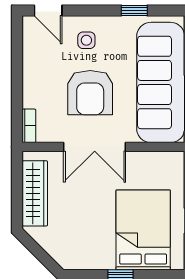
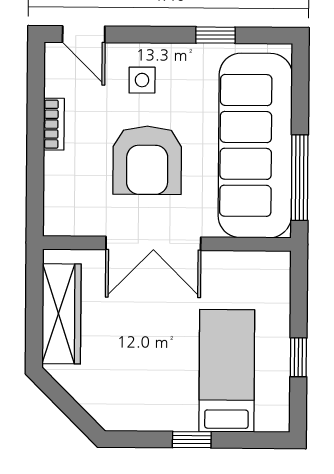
bookcase: (29, 126) -> (54, 124), moved
bed: (143, 230) -> (227, 371), width x0.67

